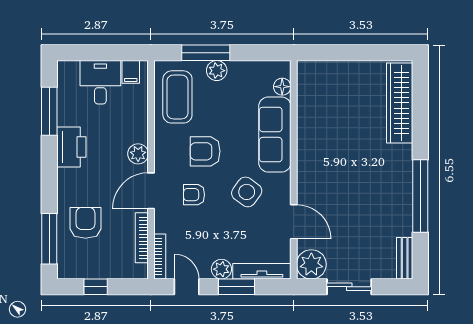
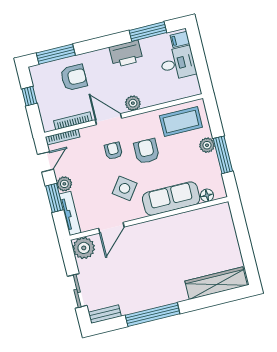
window: (206, 53) -> (223, 155), moved
filing cabinet: (131, 72) -> (180, 39), moved
sliding door: (349, 287) -> (77, 291), moved

